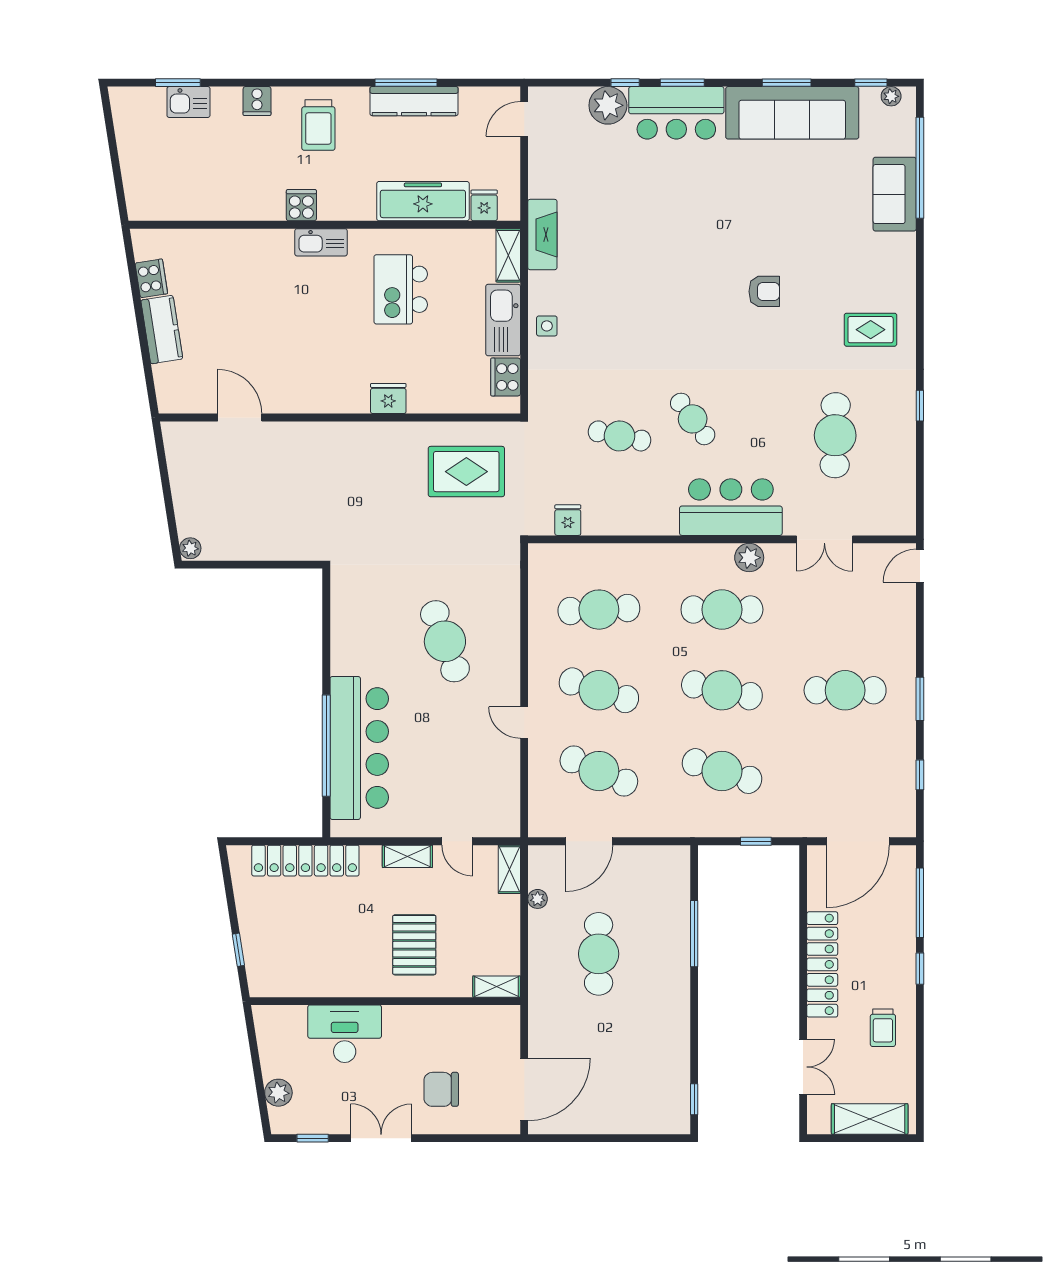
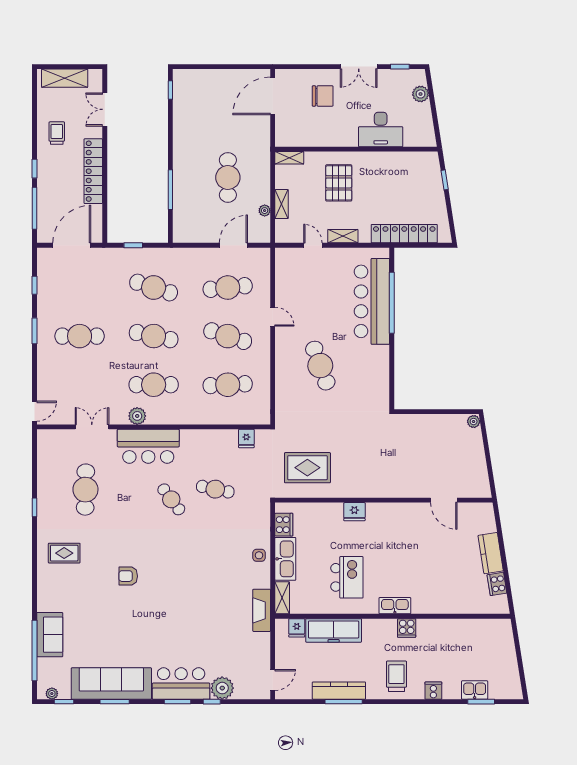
cafe table: (599, 771) -> (228, 288), turned -30
shelving: (509, 869) -> (282, 204), moved

